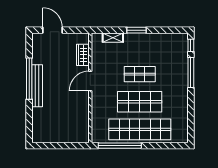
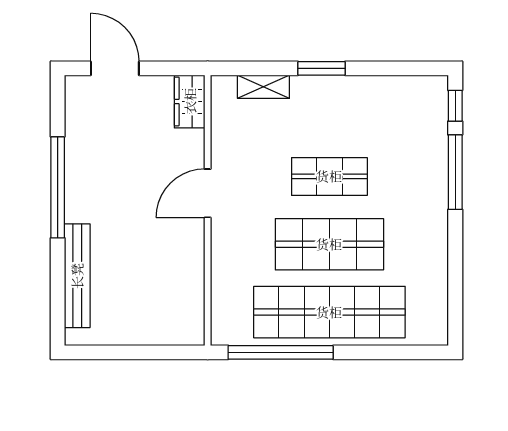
wardrobe: (83, 55) -> (190, 101), moved
bench: (37, 86) -> (77, 276), moved

